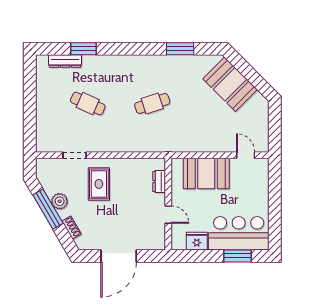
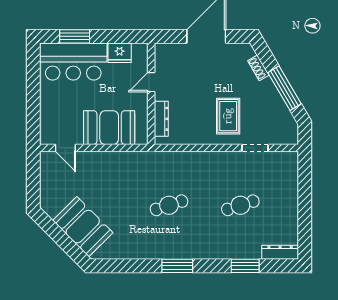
window: (180, 49) -> (177, 266), moved
dresser: (65, 61) -> (280, 252), moved
cafe table: (88, 103) -> (240, 205), turned -42
dresser: (159, 182) -> (161, 119), width x1.44
plant: (60, 201) -> (272, 97), removed
door: (168, 215) -> (151, 82), hinge flipped

